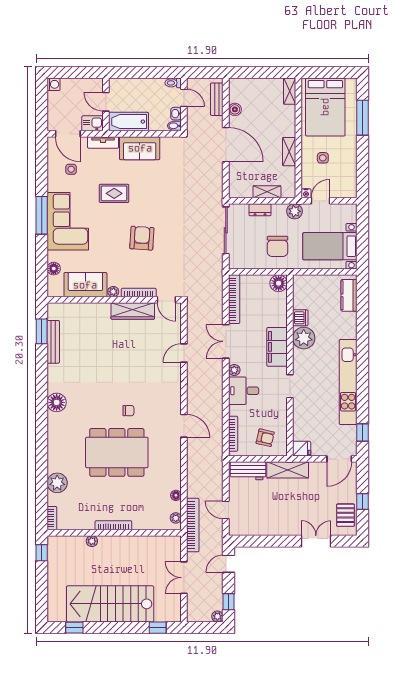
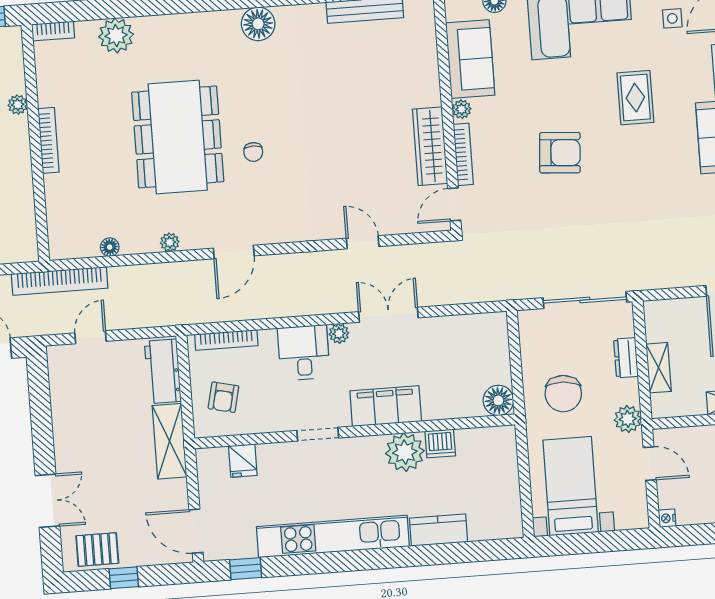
nightstand: (306, 193) -> (667, 518), moved
chair: (278, 246) -> (563, 394), turned -87
kitchen counter: (349, 295) -> (439, 530), moved
bookcase: (234, 299) -> (464, 324), removed
fridge: (302, 449) -> (243, 461), moved
plant: (176, 518) -> (170, 242), moved

